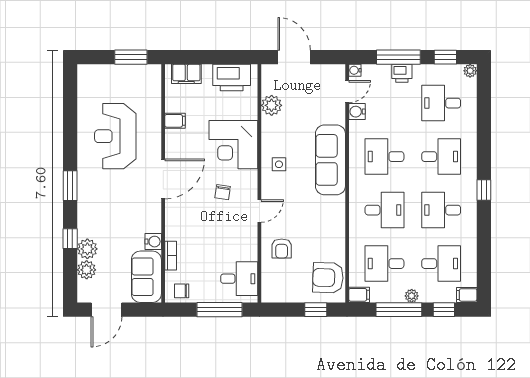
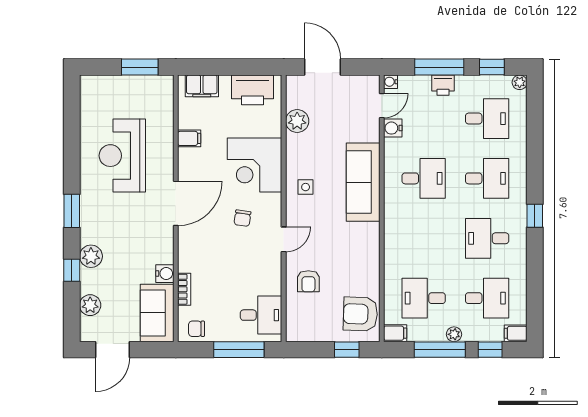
desk: (441, 103) -> (487, 119), turned 180
desk: (384, 157) -> (424, 178), turned 180
desk: (384, 210) -> (424, 238), removed
plant: (87, 249) -> (91, 256), moved

